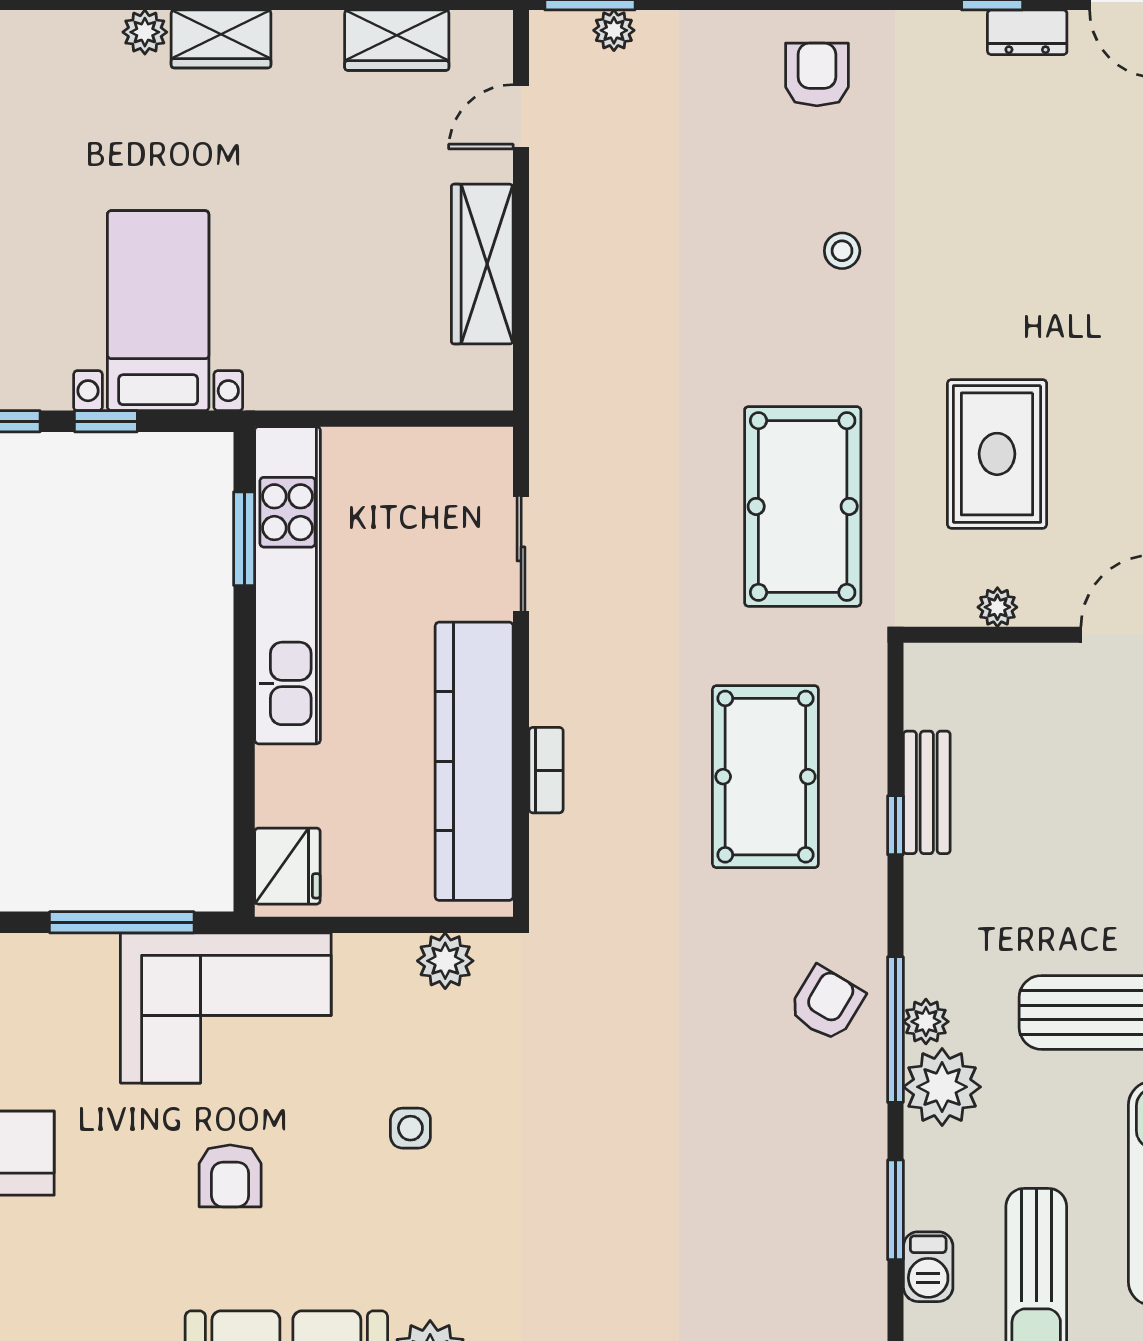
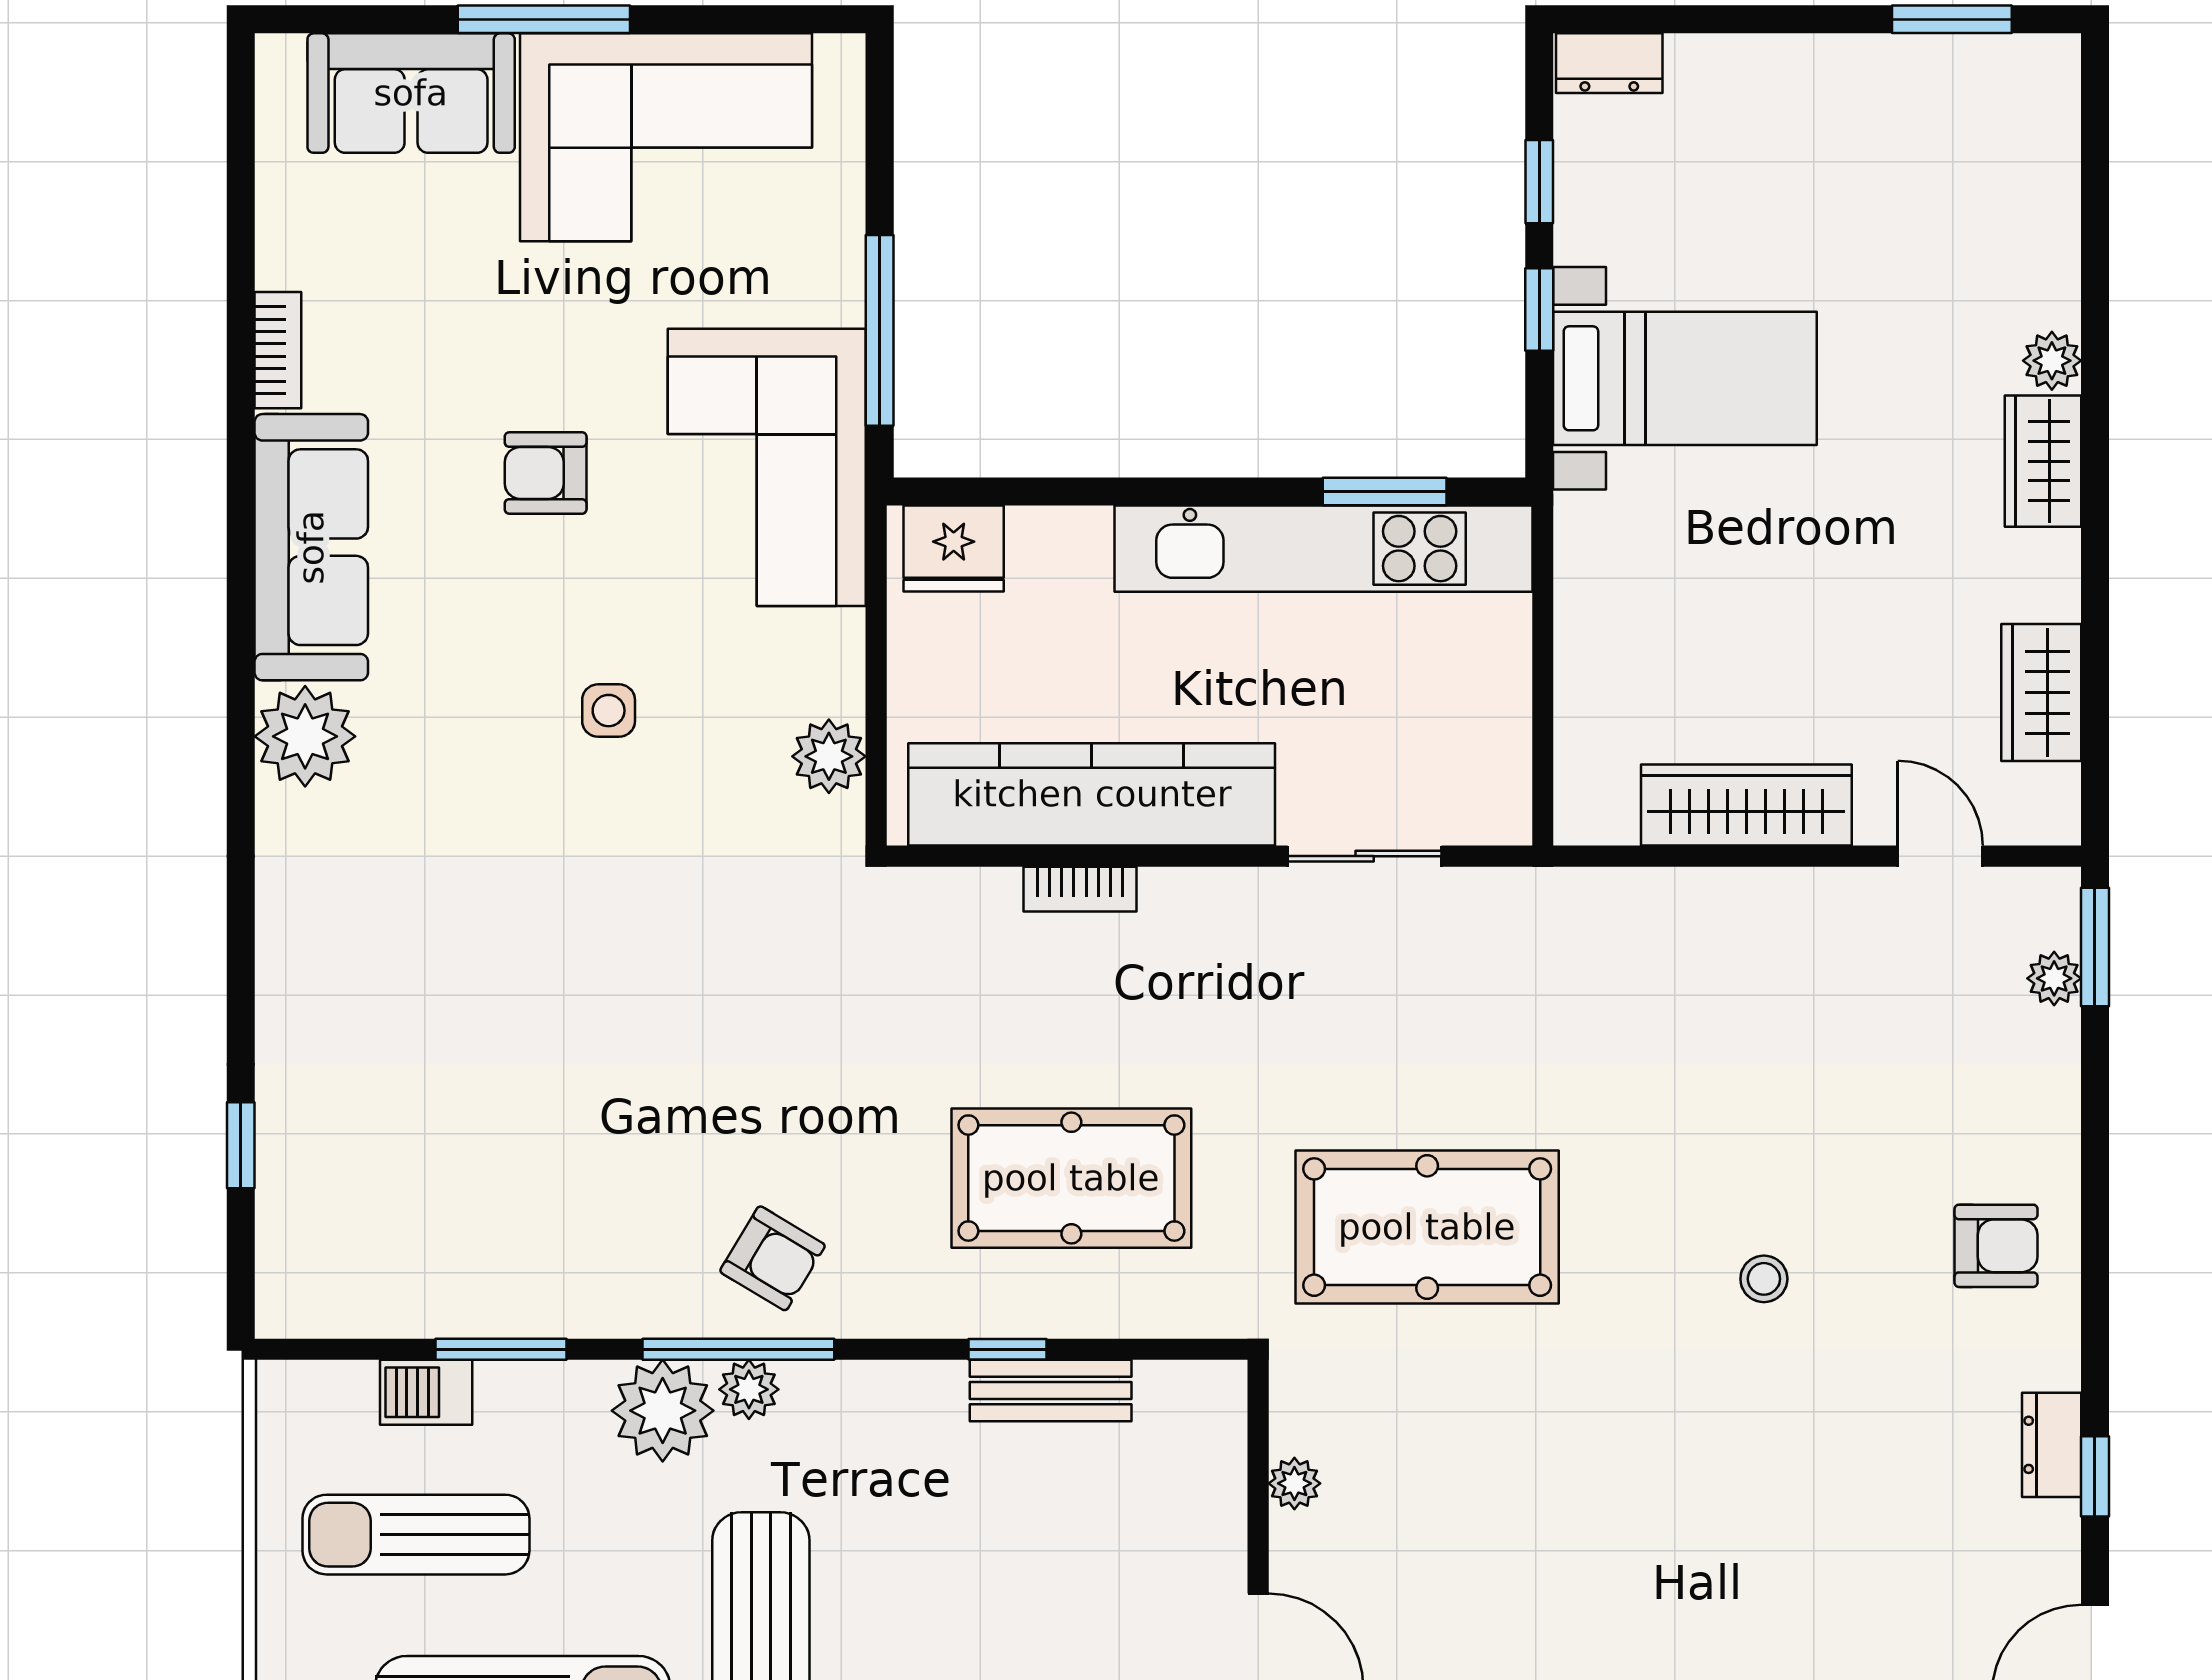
dresser: (1027, 32) -> (2052, 1445), moved
rug: (997, 454) -> (1496, 1483), removed

